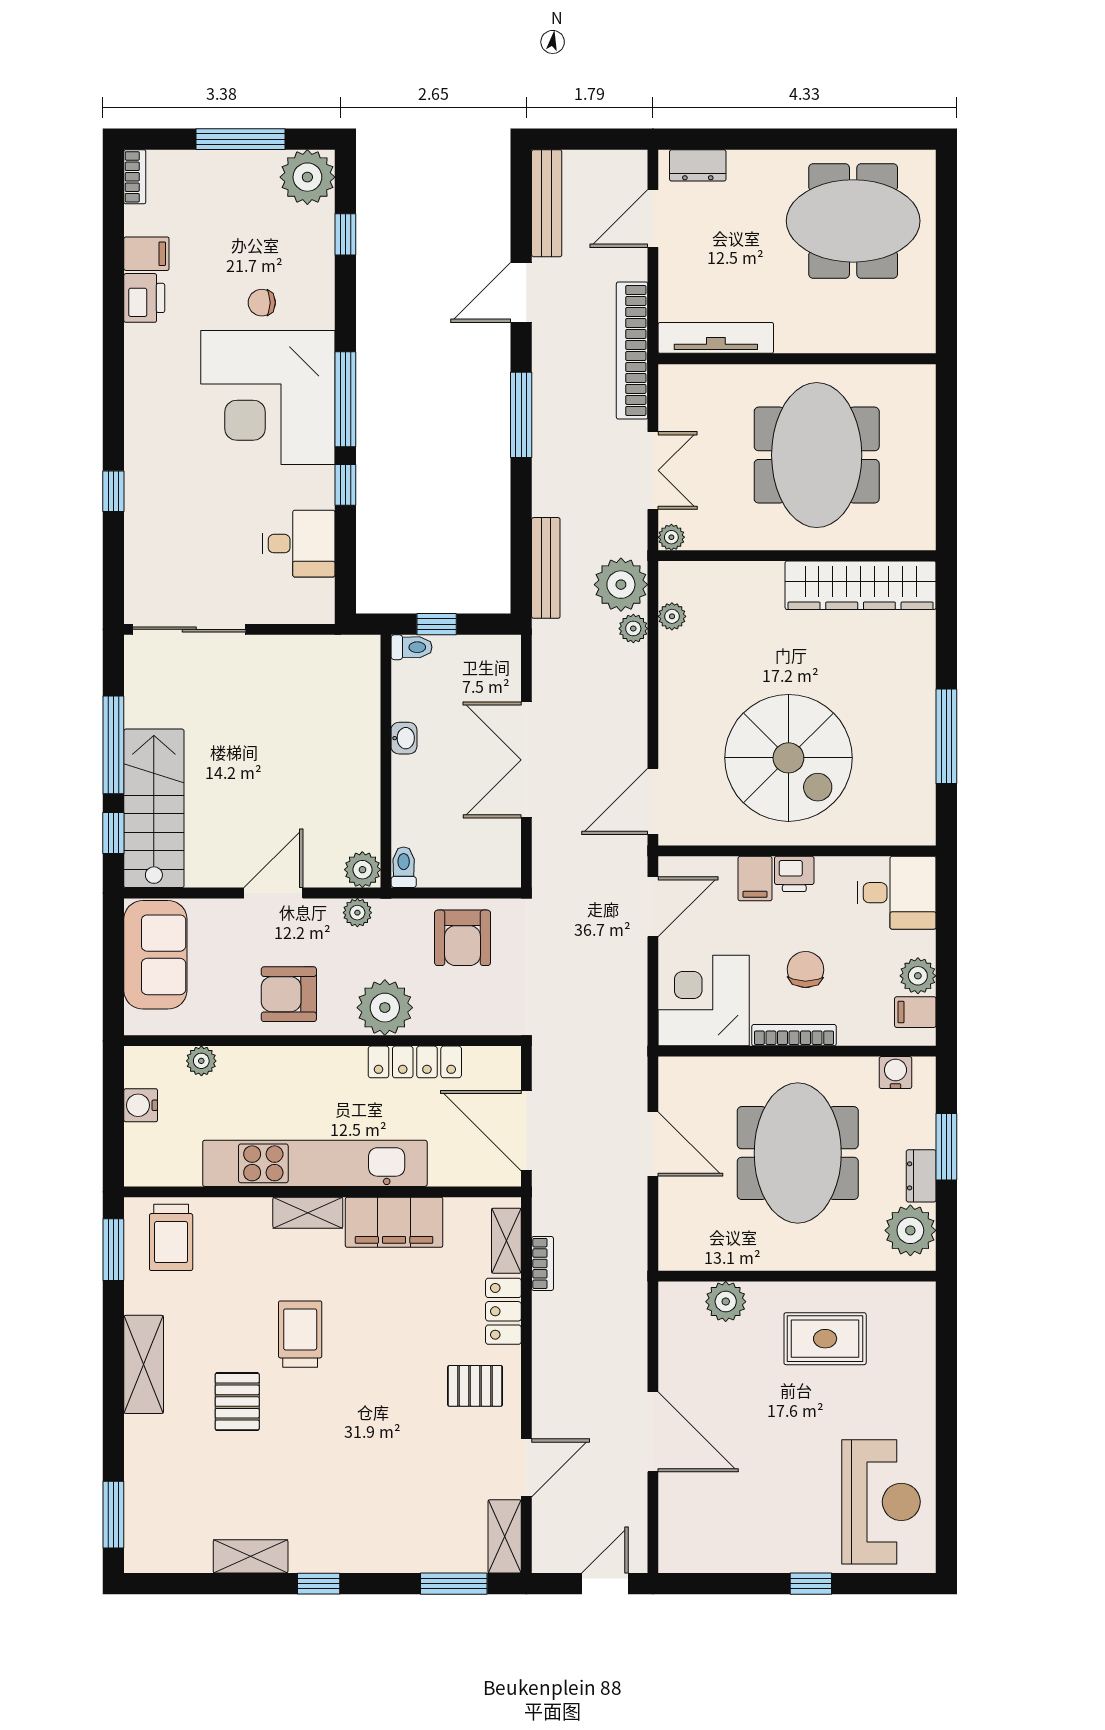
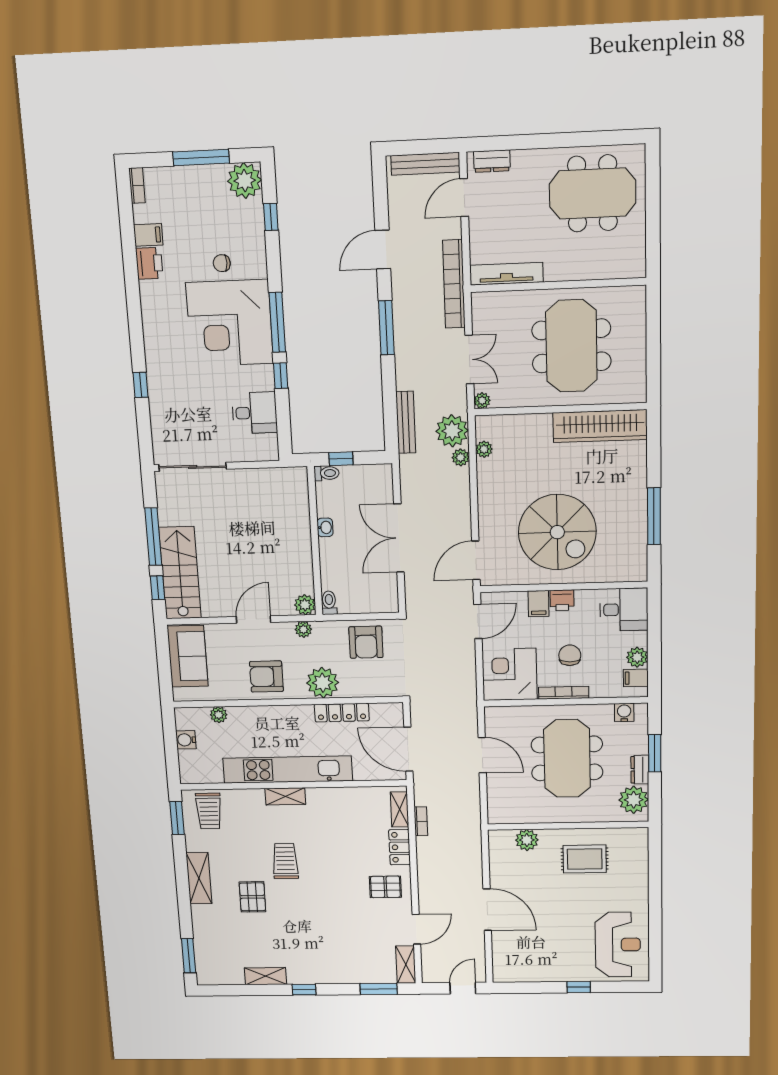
bench: (547, 203) -> (425, 164), moved, turned 90
filing cabinet: (394, 1222) -> (335, 801), removed

